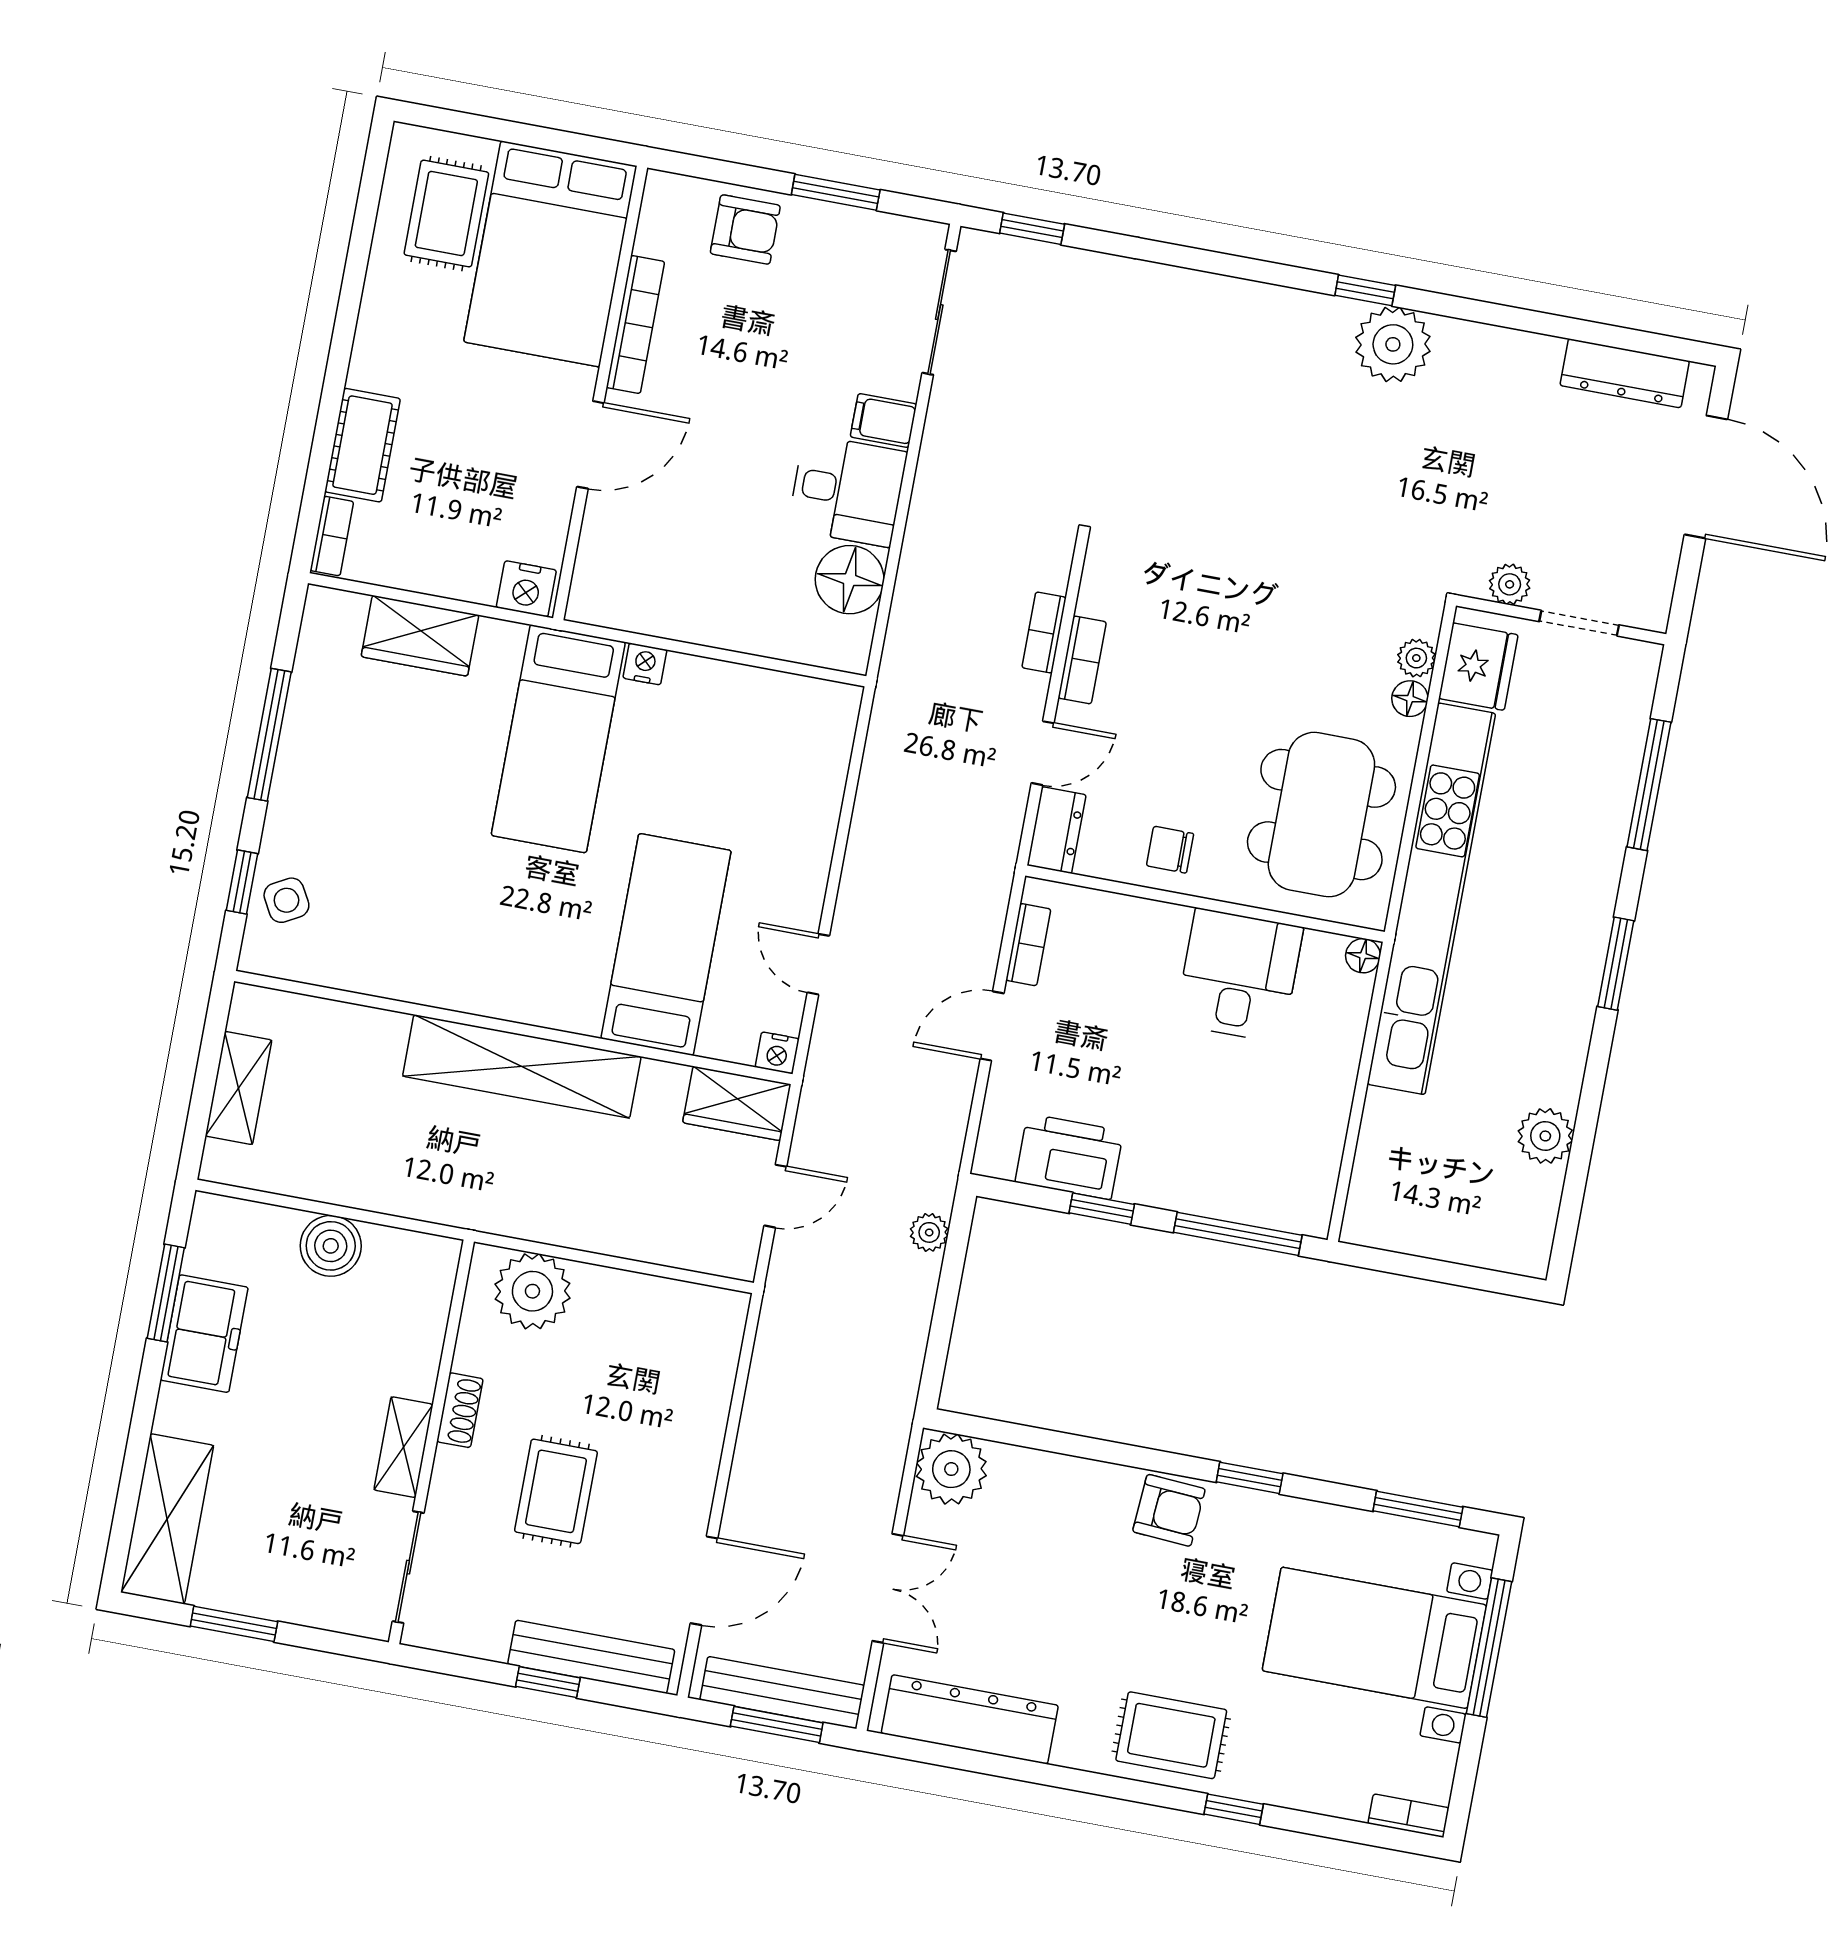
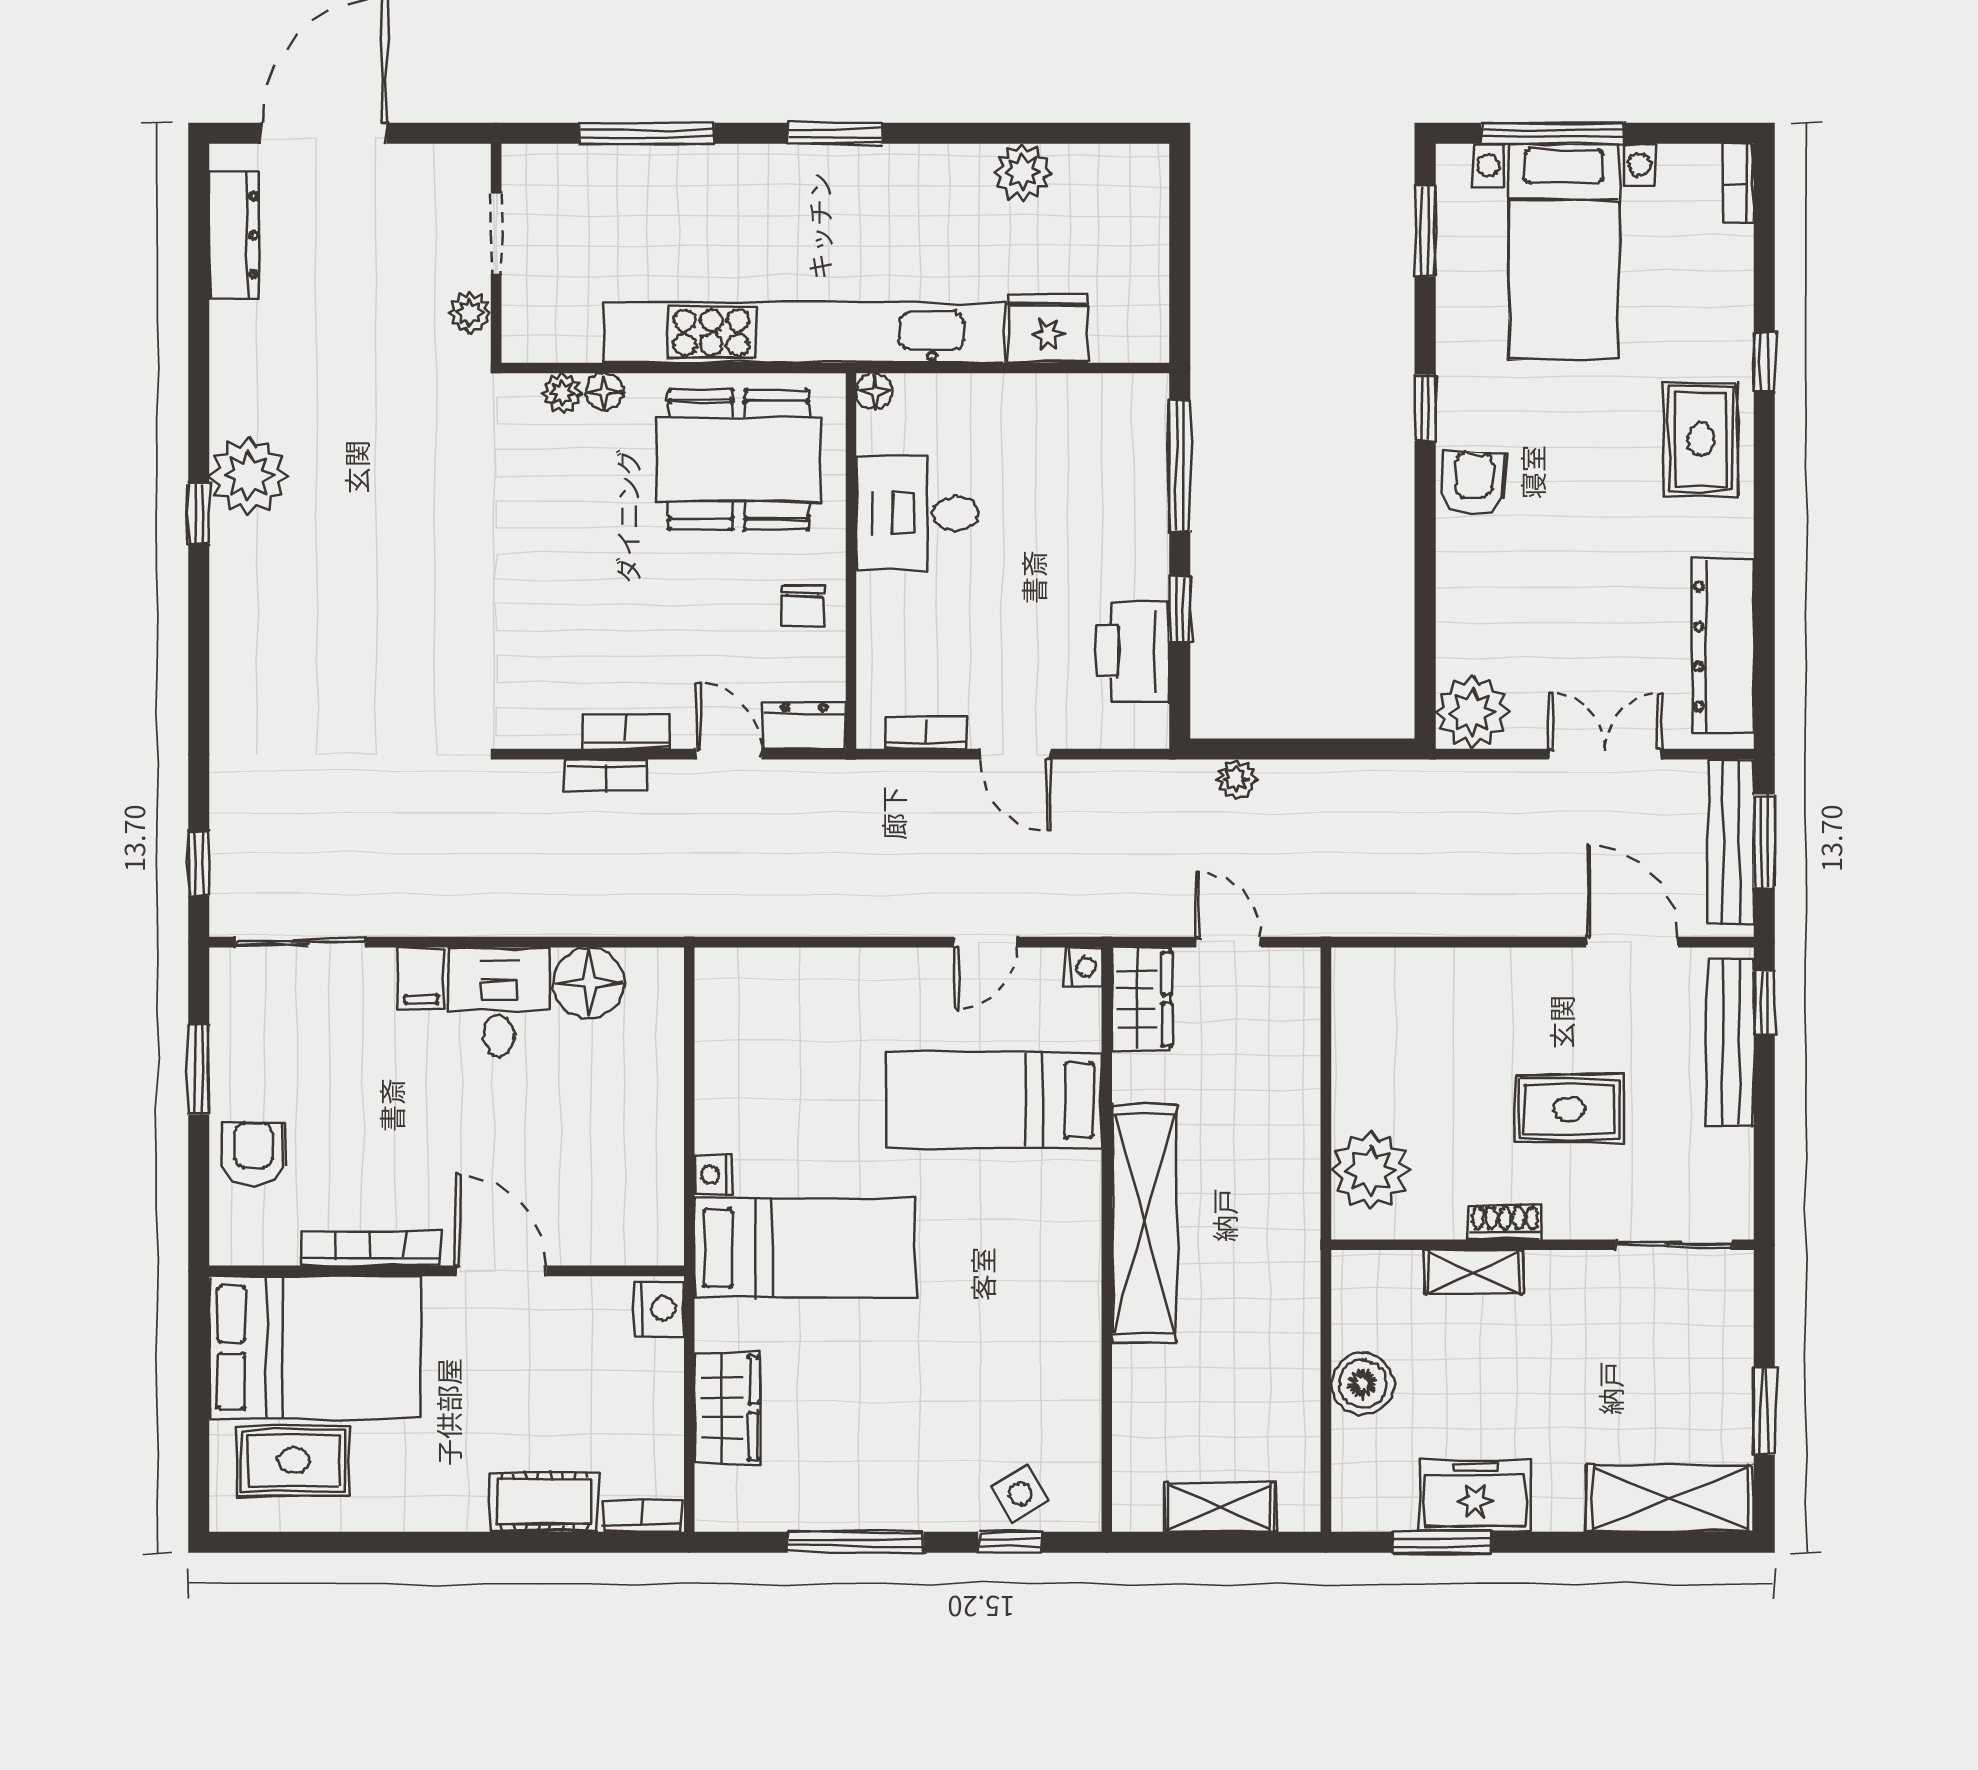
fridge: (1478, 667) -> (1048, 328), moved
shelving: (404, 1447) -> (1474, 1272), moved
window: (548, 1682) -> (1764, 1003), moved

